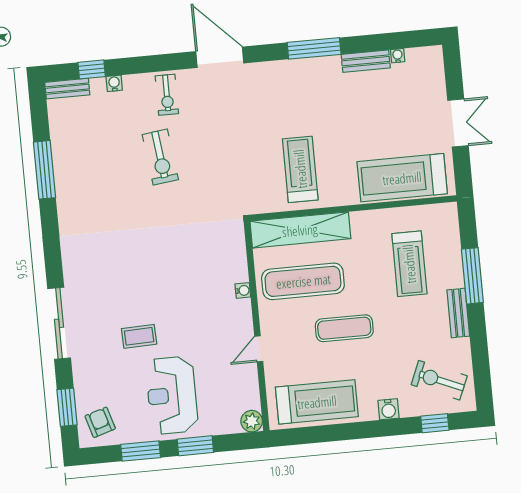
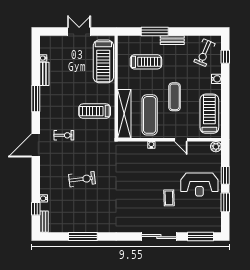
exercise bike: (167, 95) -> (64, 135), moved
window: (67, 407) -> (200, 237), width x1.44
armchair: (100, 422) -> (209, 221), removed

